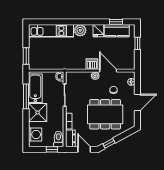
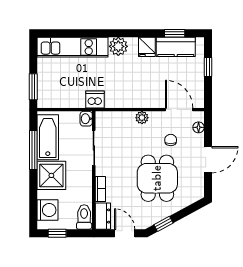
dishwasher: (92, 64) -> (95, 99), moved
door: (108, 71) -> (179, 110), moved
dining table: (105, 114) -> (157, 178), width x0.73
window: (52, 149) -> (57, 233), moved

